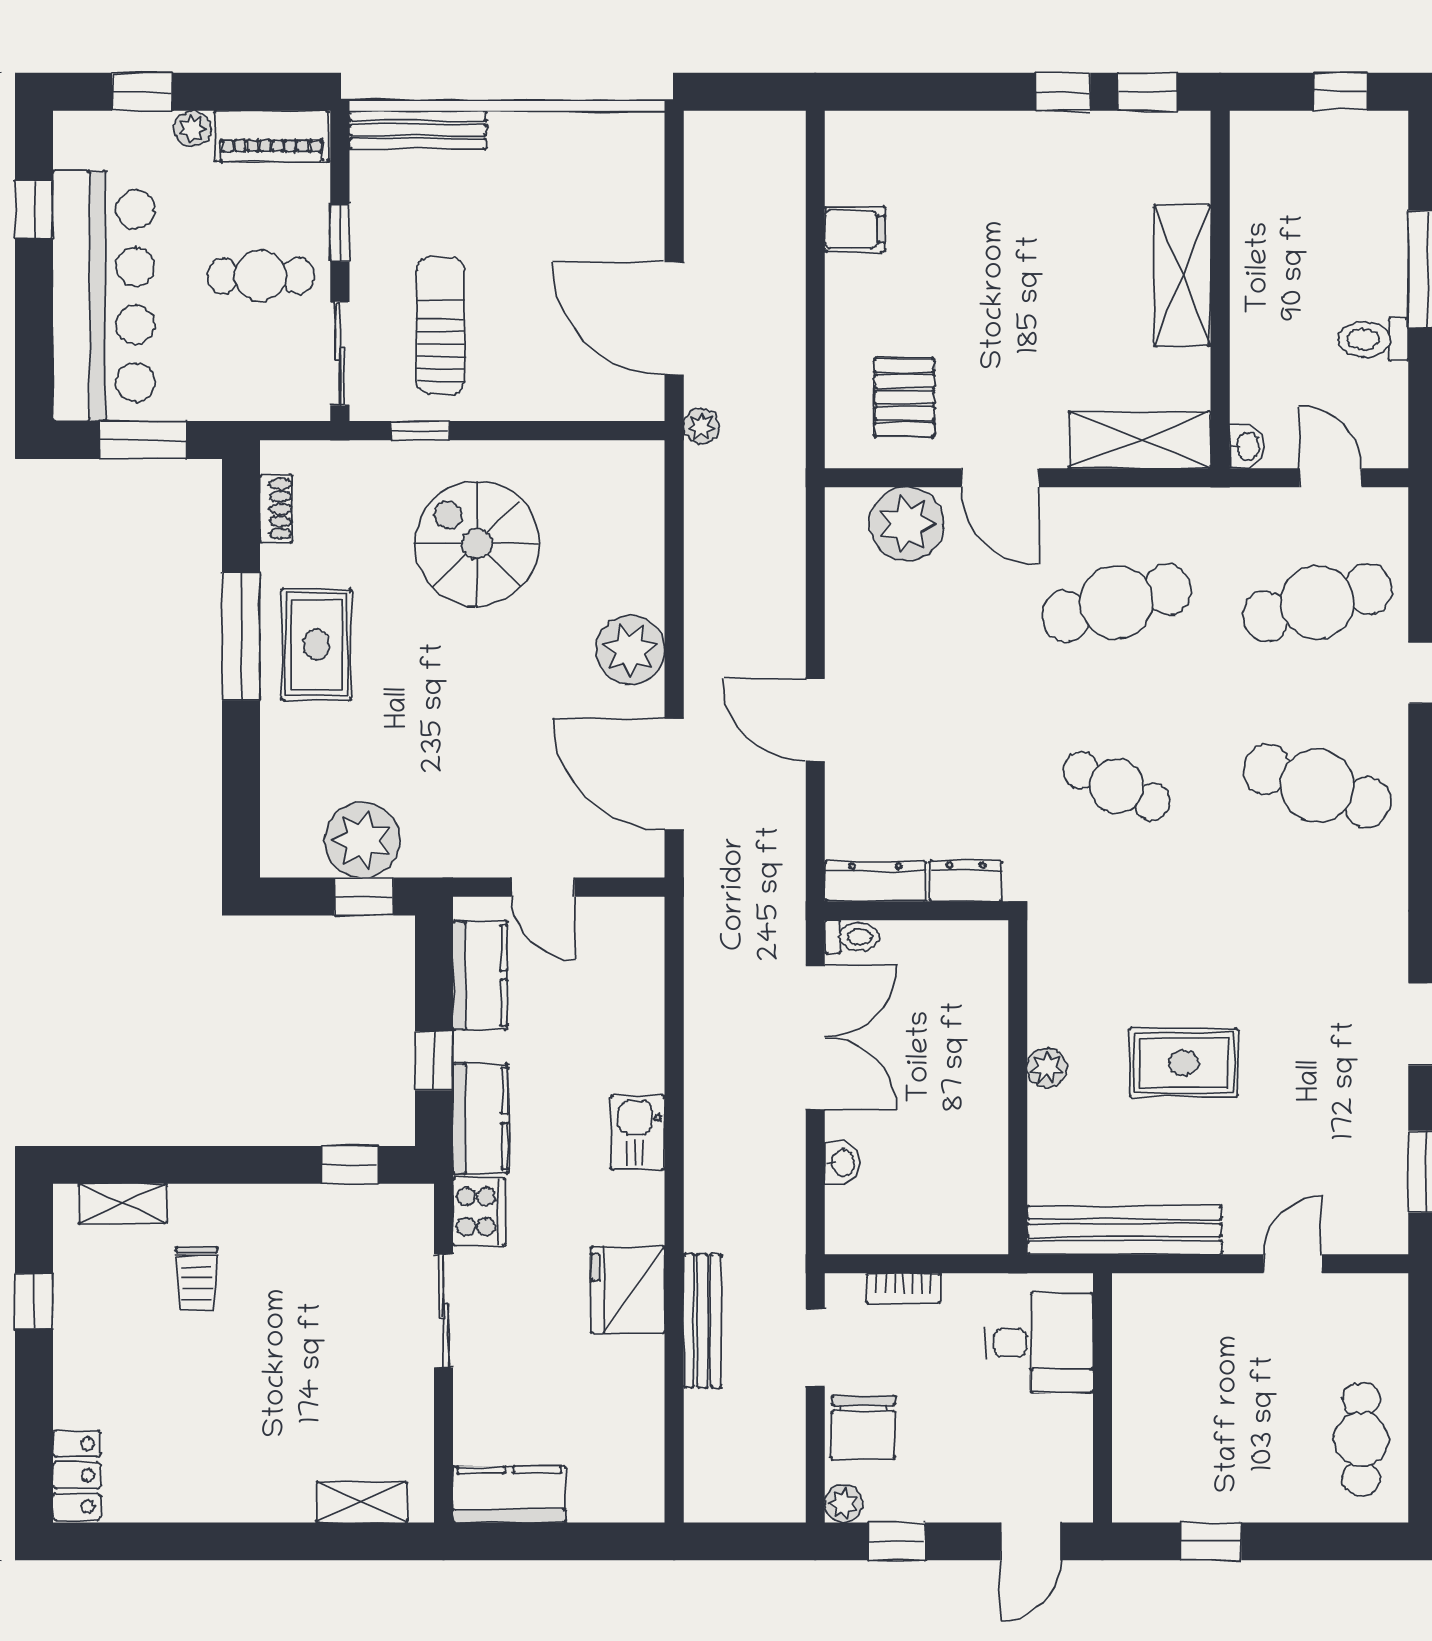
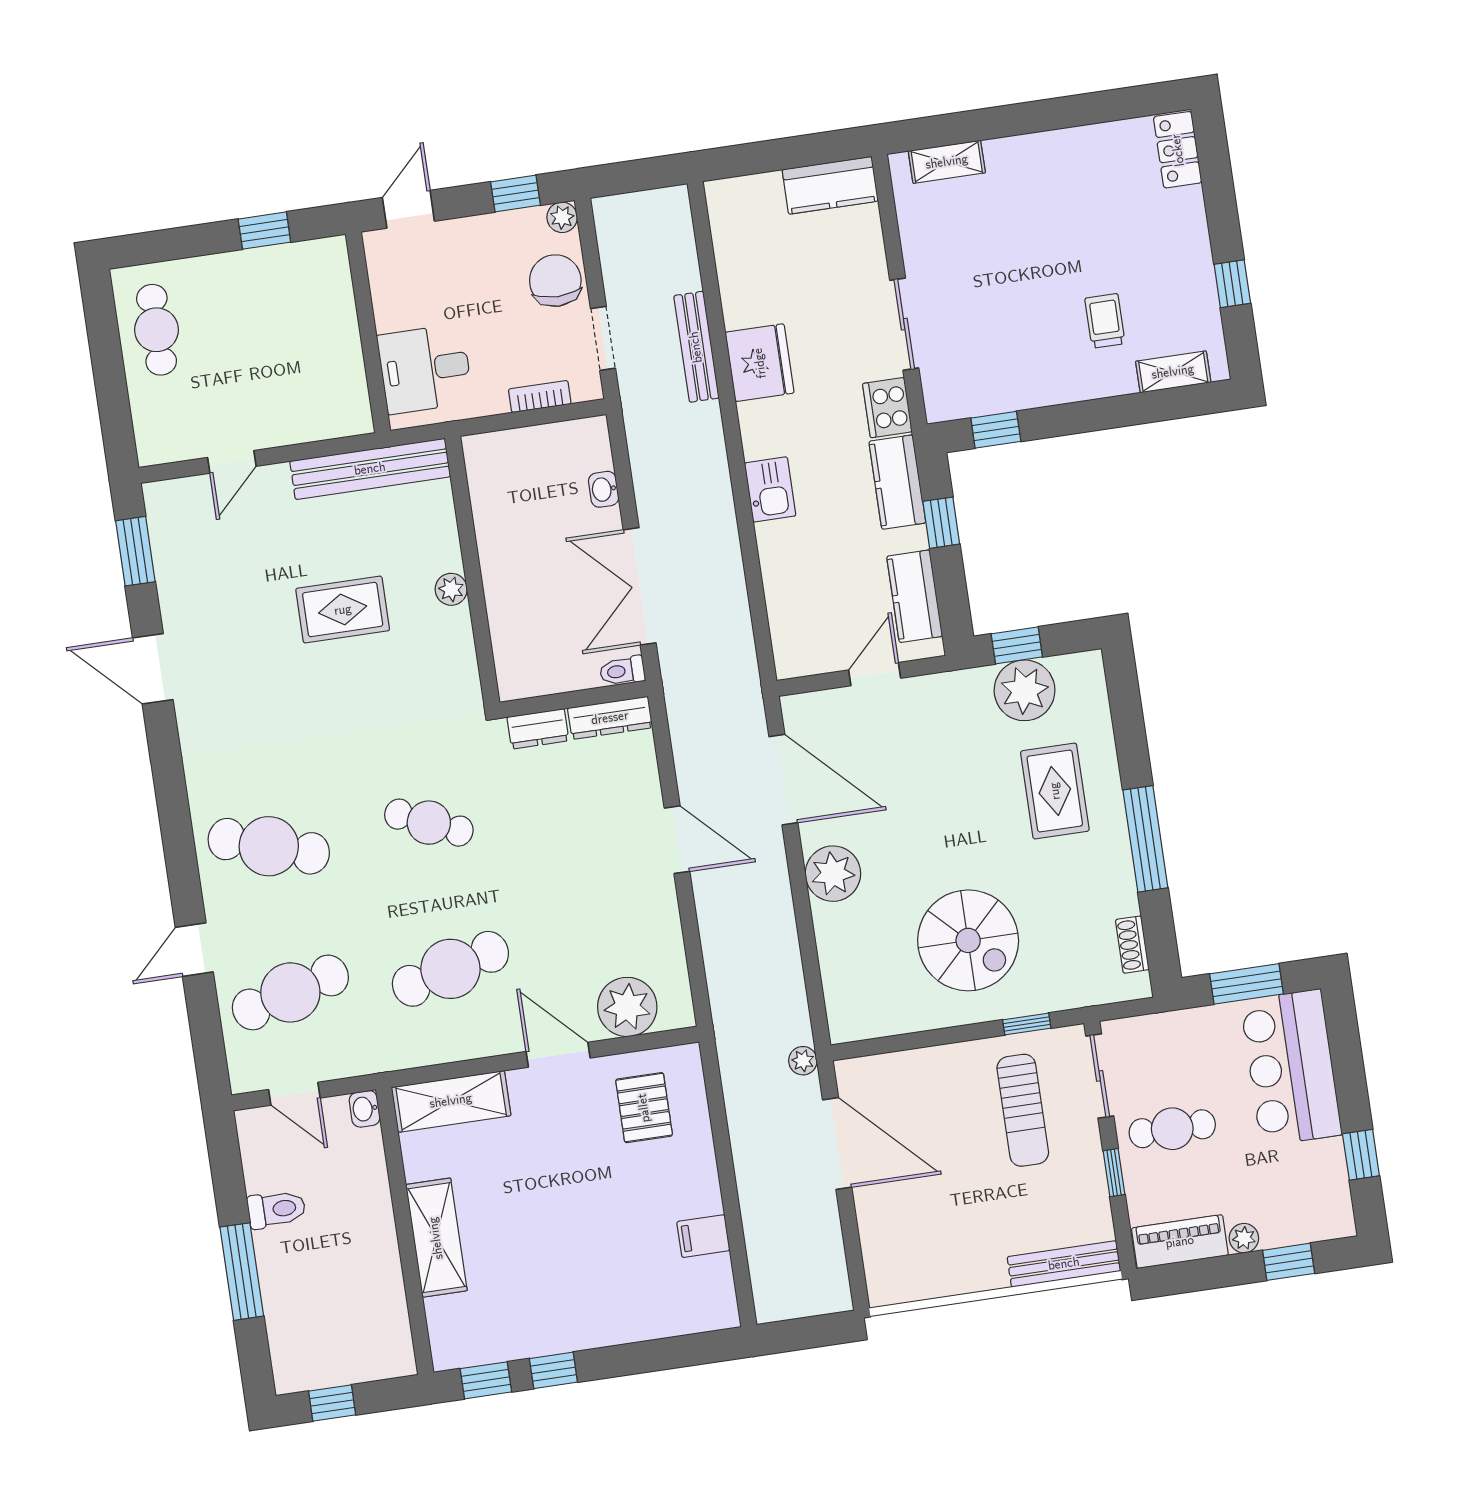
bar counter: (104, 296) -> (1291, 1068), width x0.73
rug: (316, 645) -> (1055, 791), moved
door: (543, 887) -> (875, 674), hinge flipped

